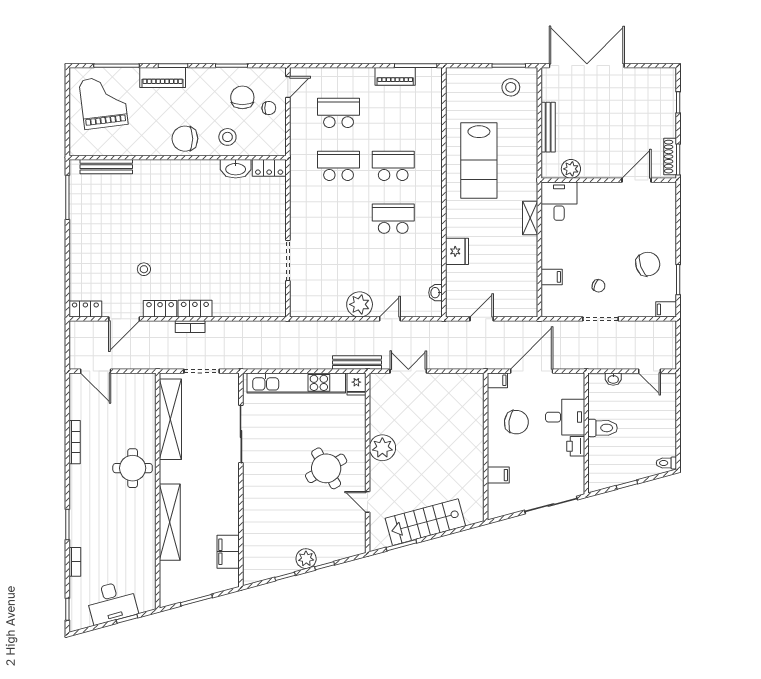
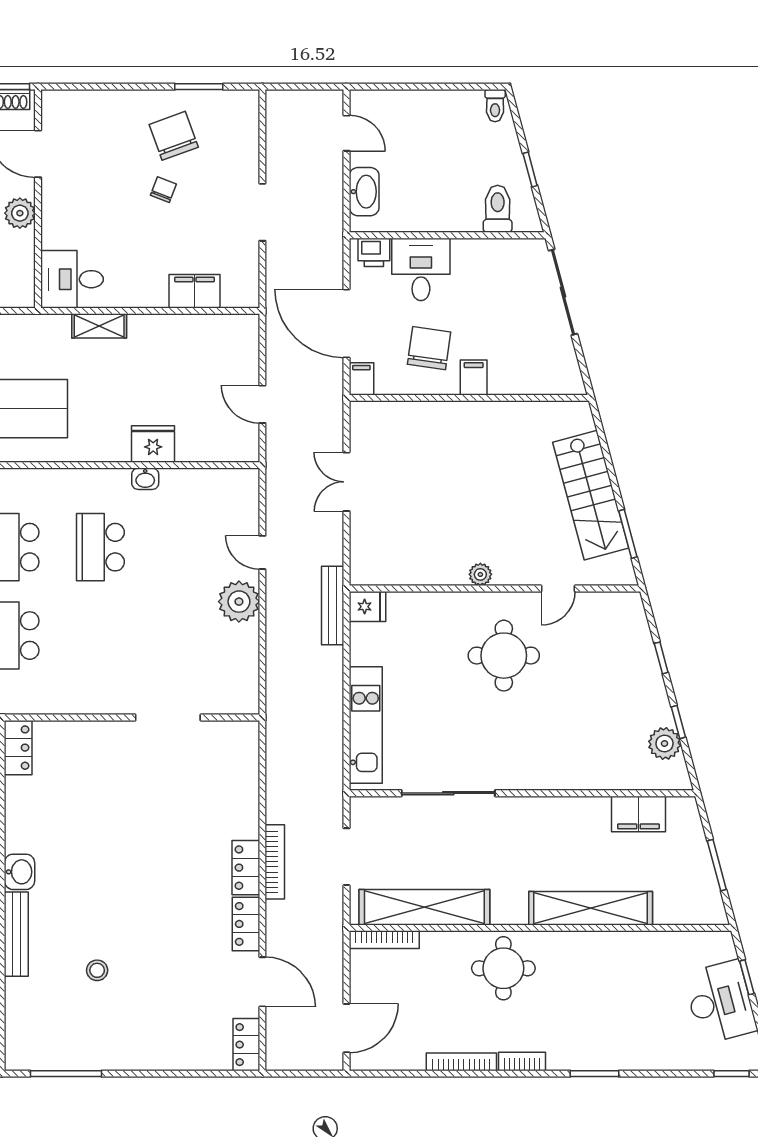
bench: (106, 167) -> (16, 934), moved
washbasin: (236, 169) -> (19, 872), moved, width x0.72
plant: (571, 169) -> (20, 213), moved
stool: (144, 269) -> (97, 970), moved
filing cabinet: (552, 277) -> (194, 291), width x2.00
chair: (599, 286) -> (163, 190), moved
washbasin: (436, 293) -> (145, 479), moved
filing cabinet: (666, 309) -> (247, 106), removed
bookcase: (190, 327) -> (275, 862), width x1.56
double door: (408, 371) -> (346, 482), moved
door: (649, 371) -> (346, 133), hinge flipped
washbasin: (613, 379) -> (364, 192), width x1.91, depth x1.45
kitchen unit: (296, 383) -> (366, 725), width x0.73
bookcase: (150, 394) -> (384, 940), added
toilet: (603, 428) -> (498, 209), moved
printer: (576, 446) -> (374, 252), moved
plant: (382, 448) -> (480, 574), width x0.53, depth x0.53
round table: (326, 468) -> (504, 656), turned 30
filing cabinet: (498, 475) -> (474, 377), moved
plant: (306, 559) -> (665, 743), moved
bookcase: (75, 562) -> (522, 1061), moved

